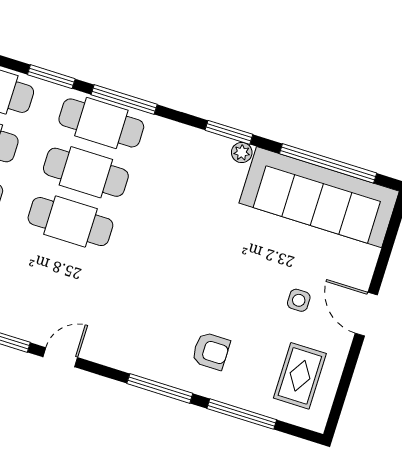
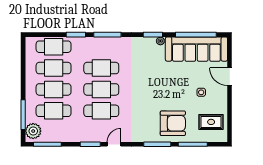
cafe table: (101, 123) -> (101, 111), moved
door: (366, 314) -> (230, 77), moved
armchair: (211, 351) -> (173, 123), width x1.88, depth x1.88
rug: (300, 376) -> (211, 122), turned 90

